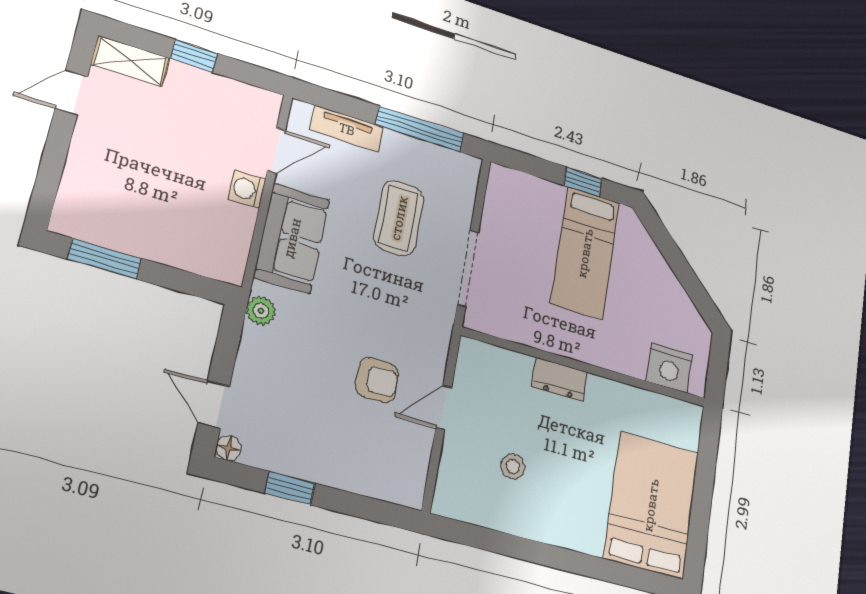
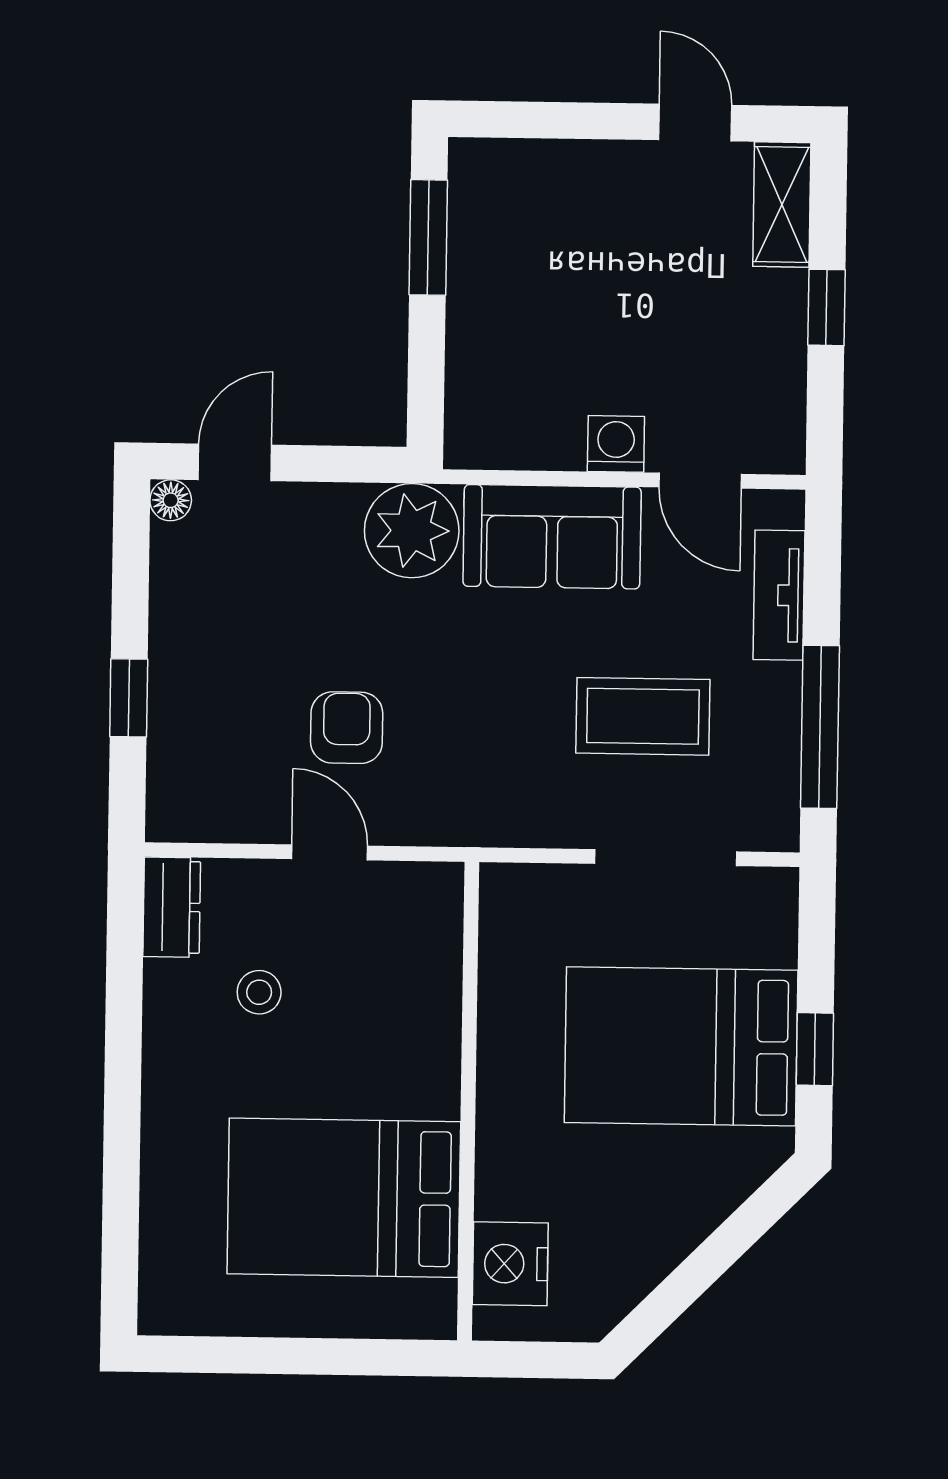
bed: (585, 253) -> (681, 1046), width x1.50
doorway: (468, 268) -> (665, 858), moved
plant: (261, 311) -> (412, 531), width x1.88, depth x1.88
armchair: (377, 380) -> (347, 728), turned 180
dresser: (560, 380) -> (172, 907), moved, turned 180
window: (290, 488) -> (129, 698), moved
bed: (651, 505) -> (344, 1198), moved, turned 180

